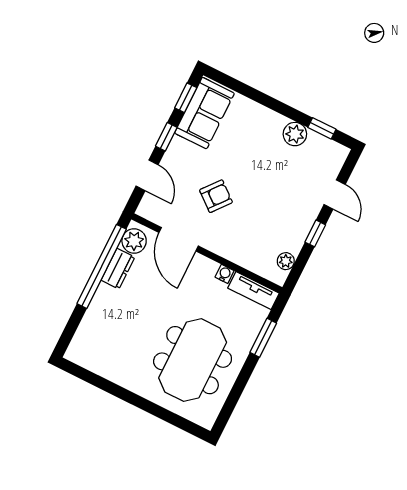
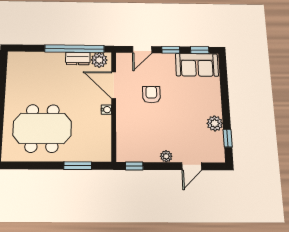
armchair: (216, 196) -> (151, 95), turned -129
window: (315, 233) -> (134, 166), moved
door: (179, 239) -> (114, 85), hinge flipped
plant: (286, 261) -> (166, 156), moved
water cooler: (225, 274) -> (106, 110), moved
tv unit: (253, 291) -> (105, 145), removed

